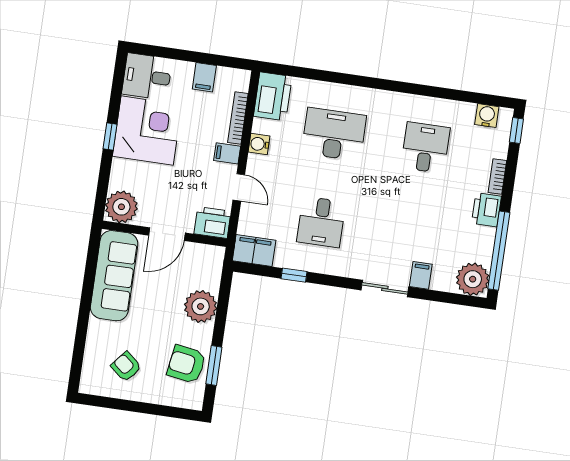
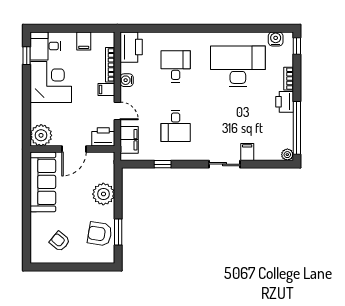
desk: (334, 134) -> (176, 66), width x0.73
window: (110, 136) -> (27, 56), moved
desk: (425, 148) -> (238, 66), width x1.87, depth x1.30
filing cabinet: (254, 251) -> (129, 140), moved, turned 90
plant: (473, 279) -> (287, 155), width x0.53, depth x0.53

